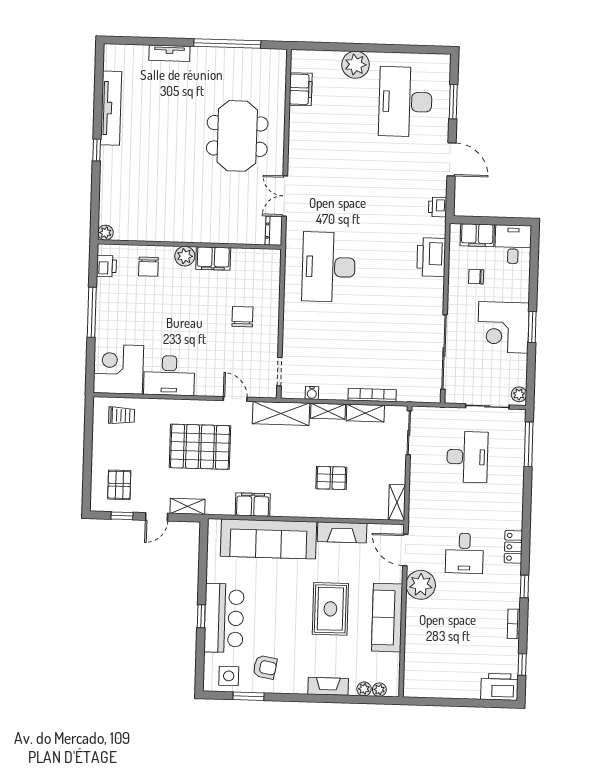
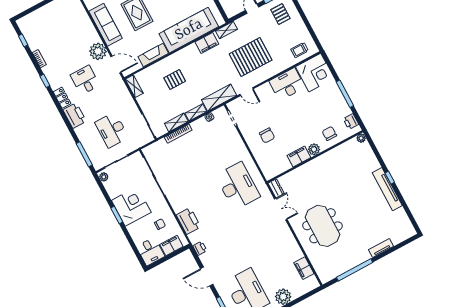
tv unit: (111, 108) -> (387, 189), moved
shelving: (188, 506) -> (226, 30), moved
printer: (499, 687) -> (75, 115), moved, turned -90

